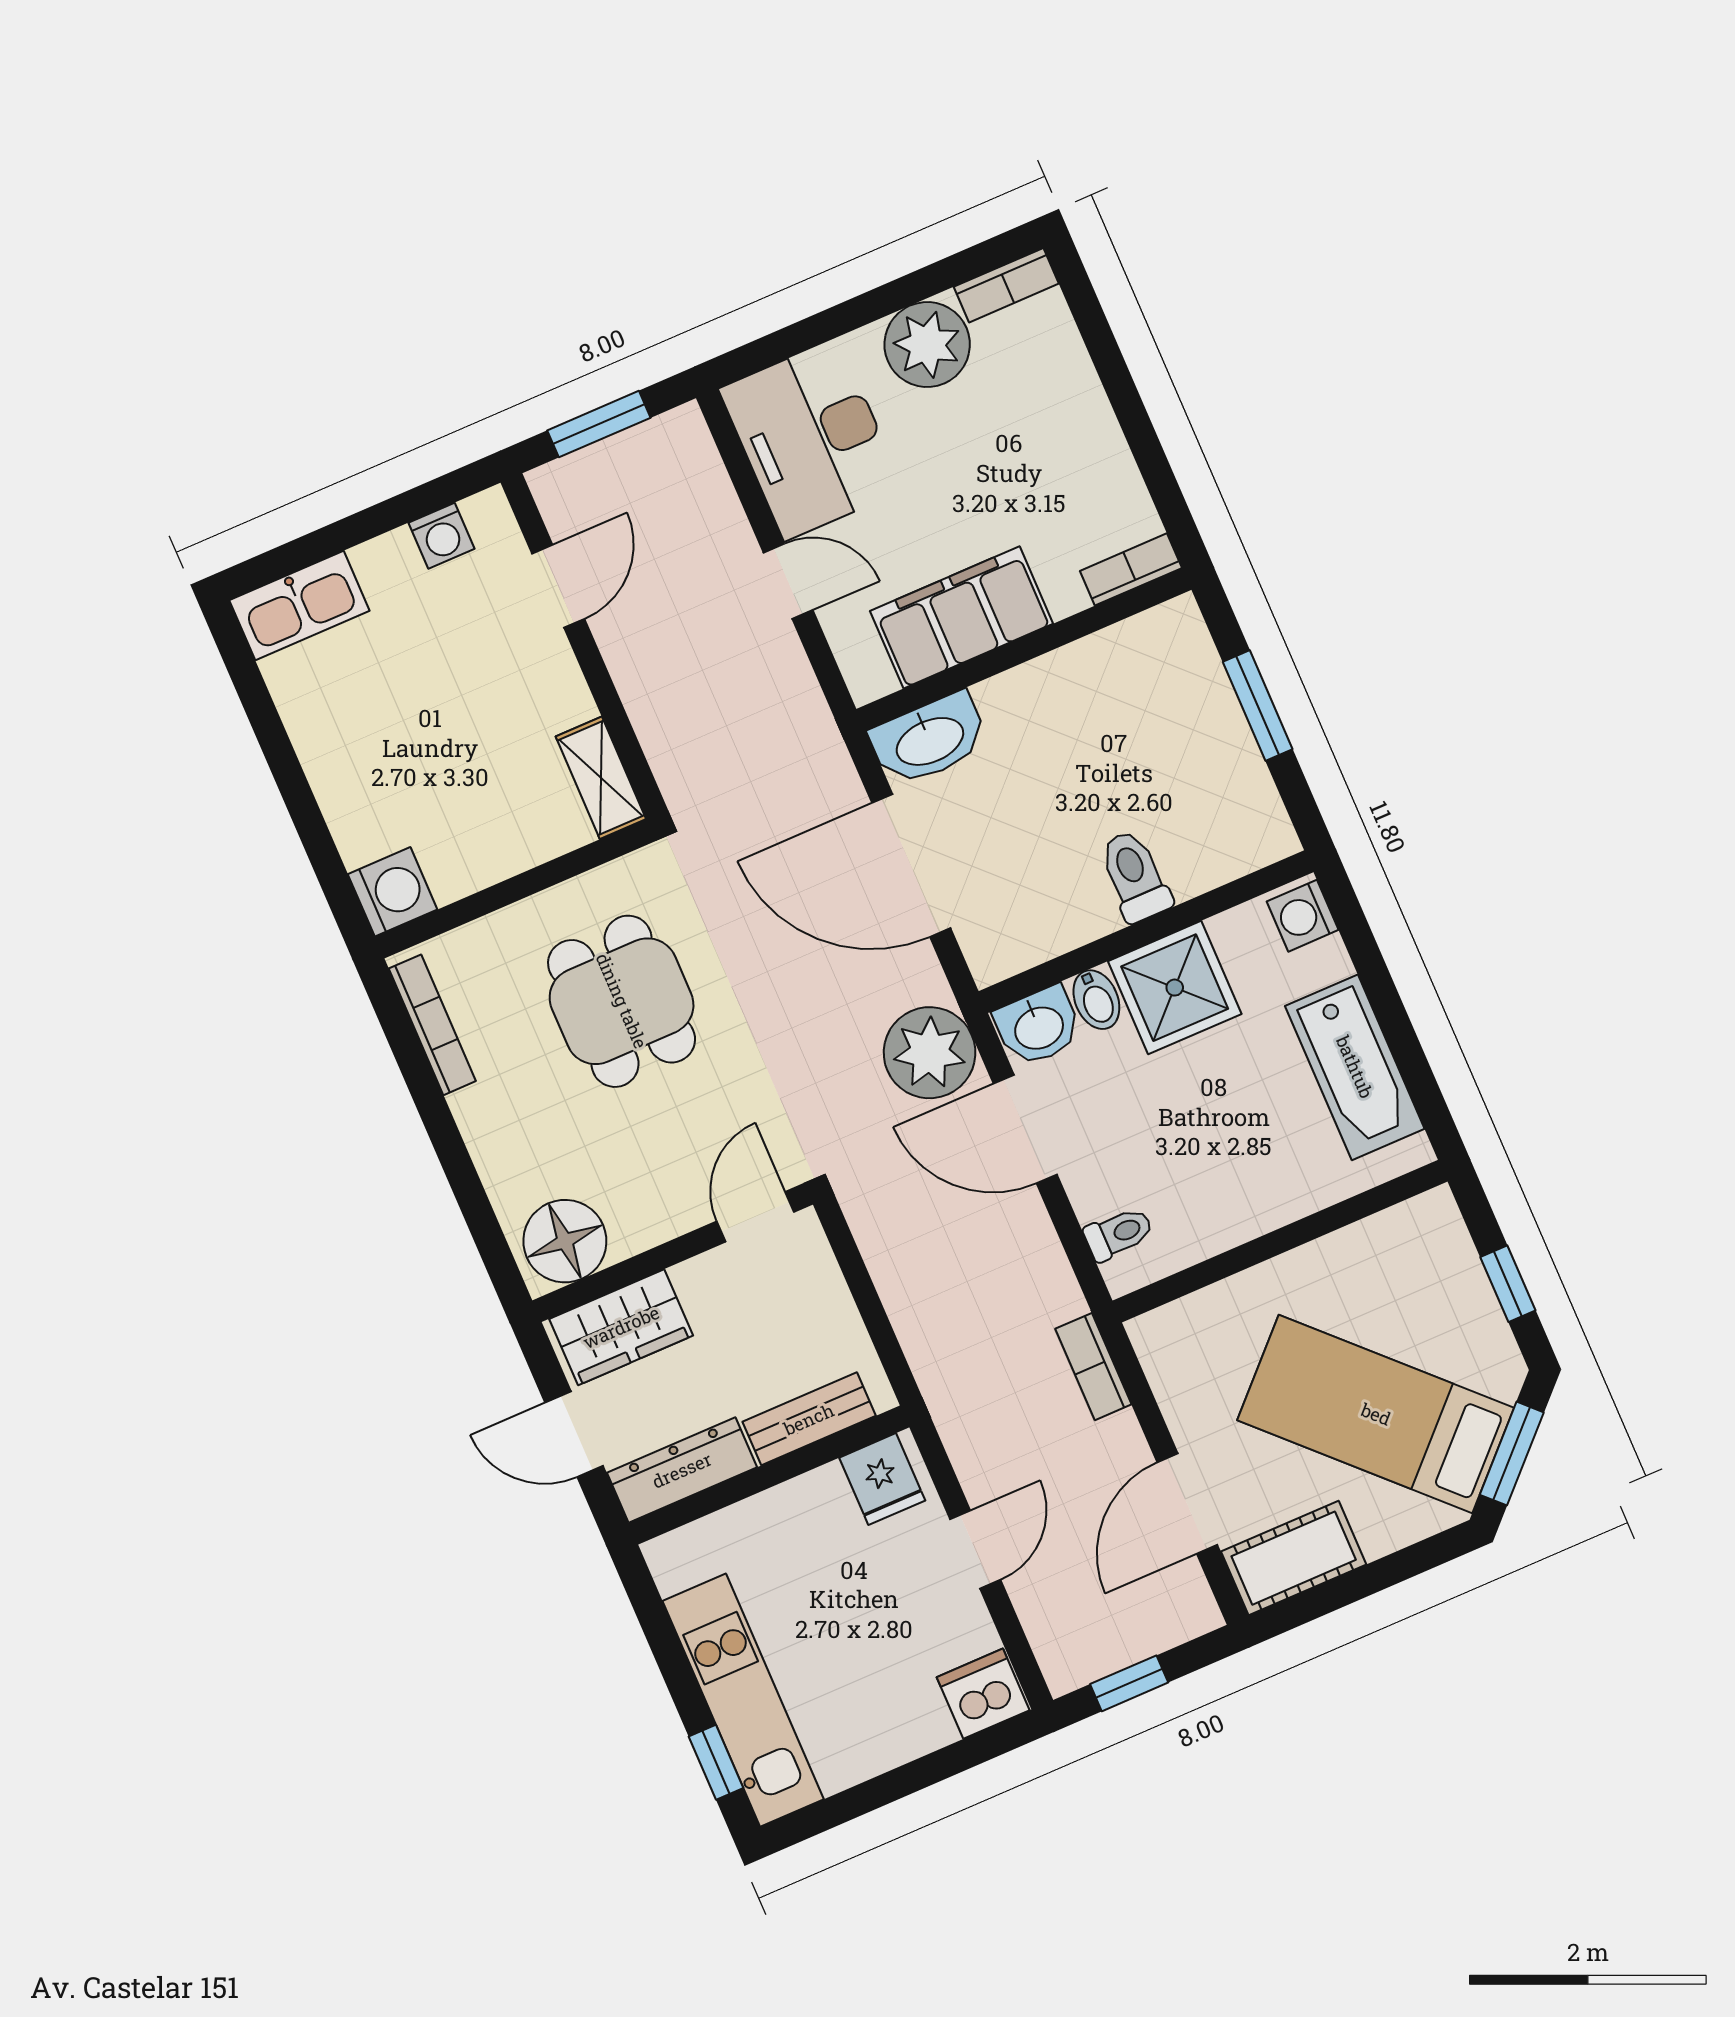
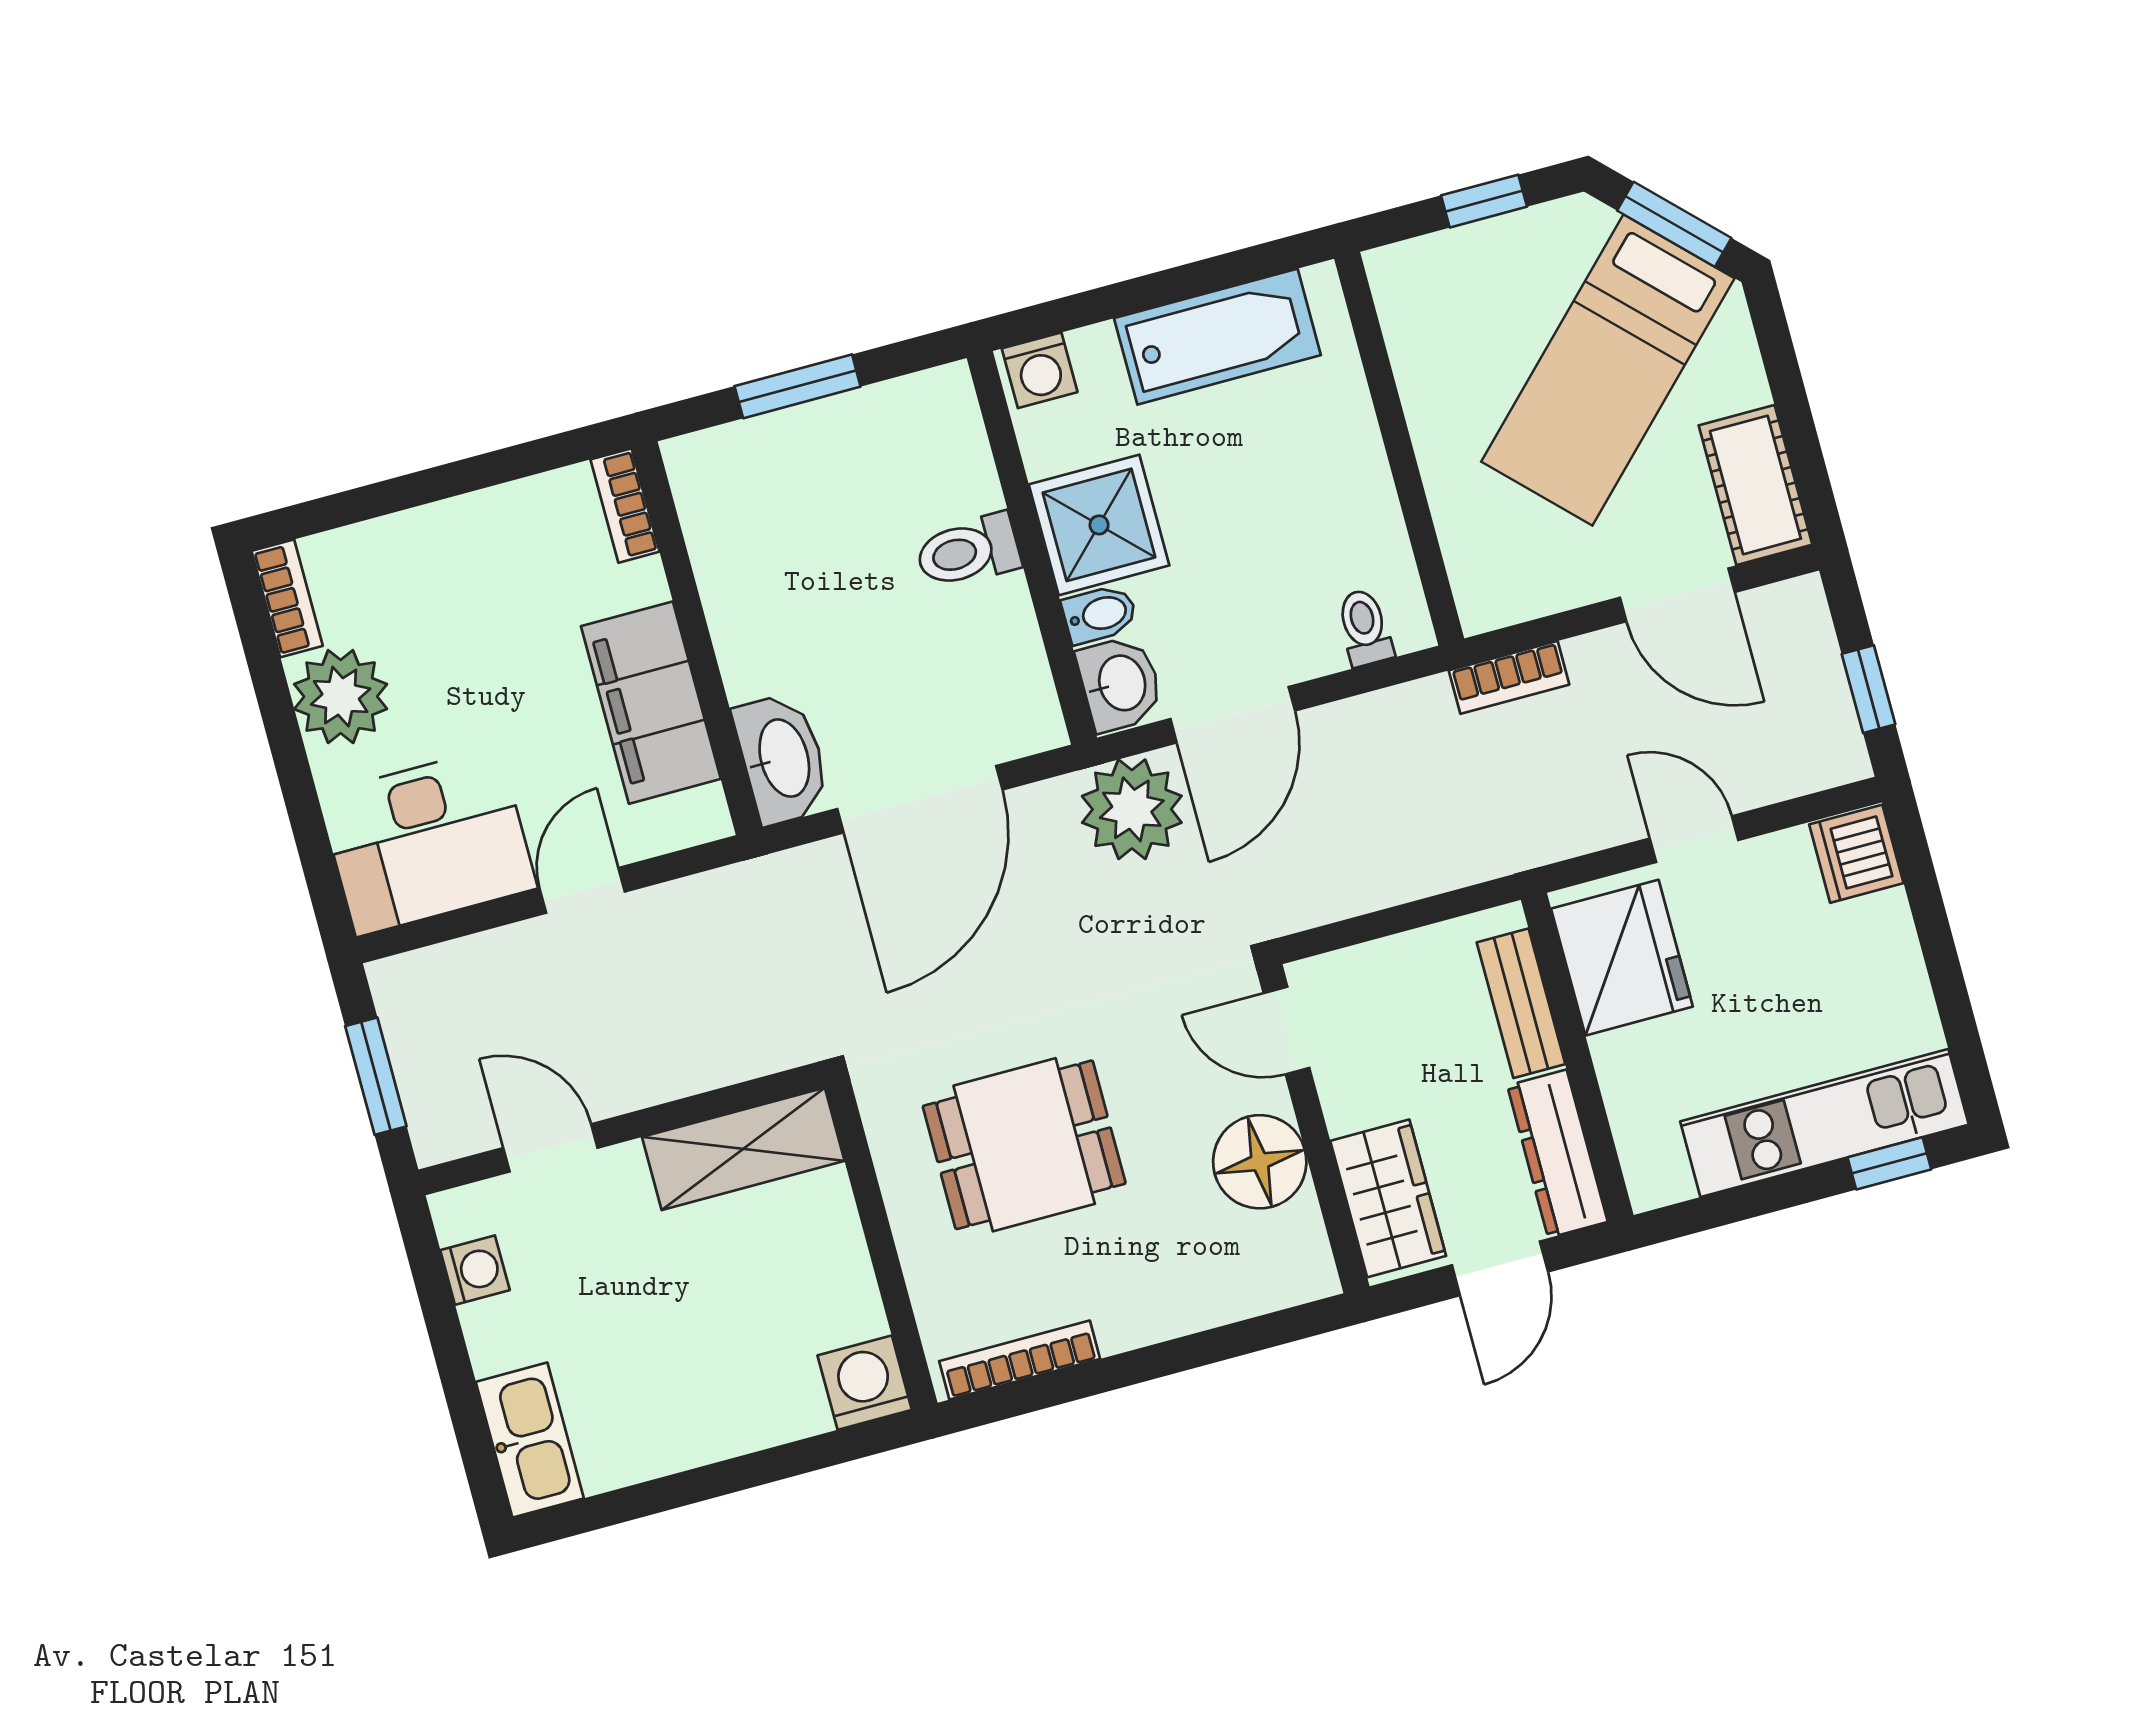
shelving: (601, 778) -> (743, 1149), width x1.50, depth x1.33
floor lamp: (565, 1241) -> (1260, 1162), moved
fridge: (882, 1479) -> (1622, 958), width x1.88, depth x1.34

